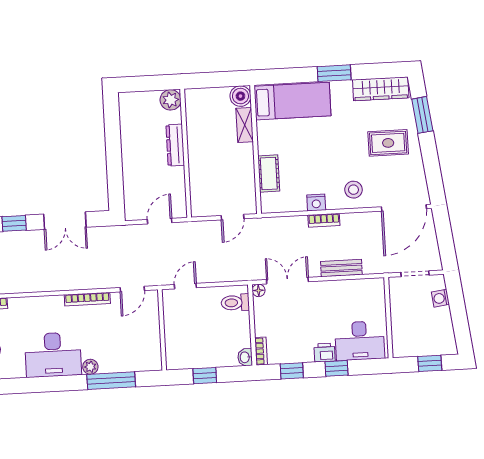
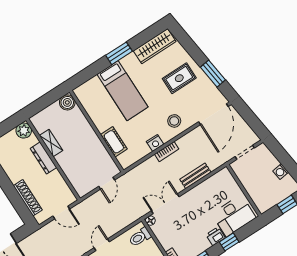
bed: (292, 101) -> (123, 91), moved, turned 90
window: (422, 115) -> (213, 74), moved
shelving: (245, 125) -> (51, 143), moved
shoe rack: (130, 181) -> (28, 198), added
door: (160, 221) -> (61, 213), swing flipped
washing machine: (440, 298) -> (281, 172), moved

